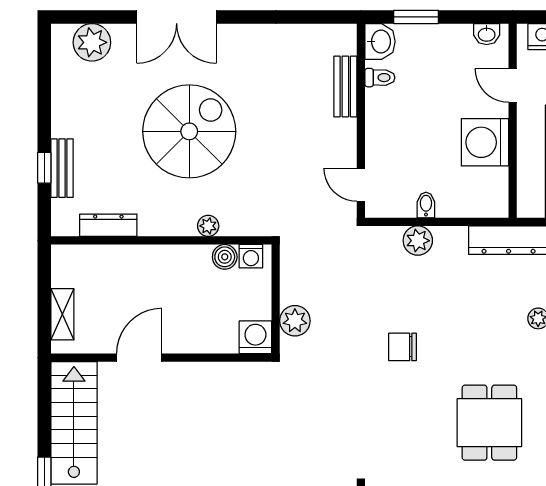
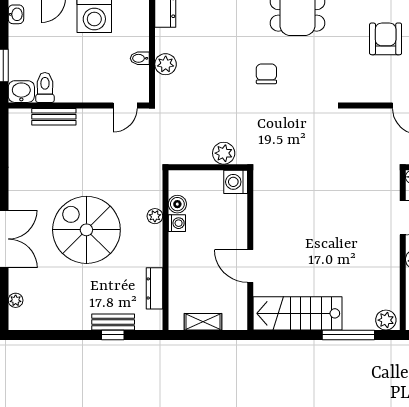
plant: (92, 42) -> (16, 300), width x0.53, depth x0.53
toilet: (380, 78) -> (45, 88), width x1.37, depth x1.39
washing machine: (251, 256) -> (177, 223), moved
shelving: (62, 314) -> (203, 322), moved
chair: (402, 347) -> (266, 74), moved, turned 180

